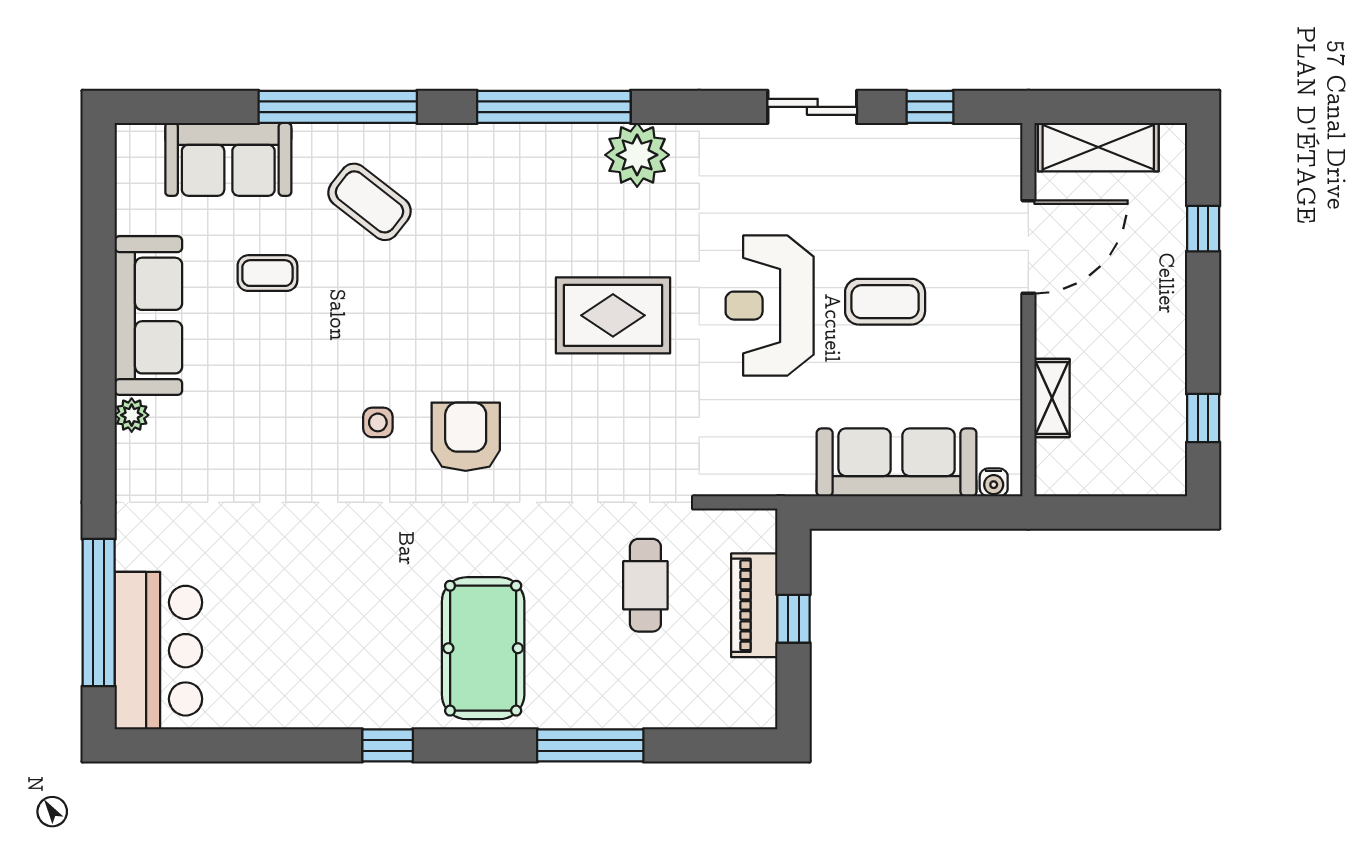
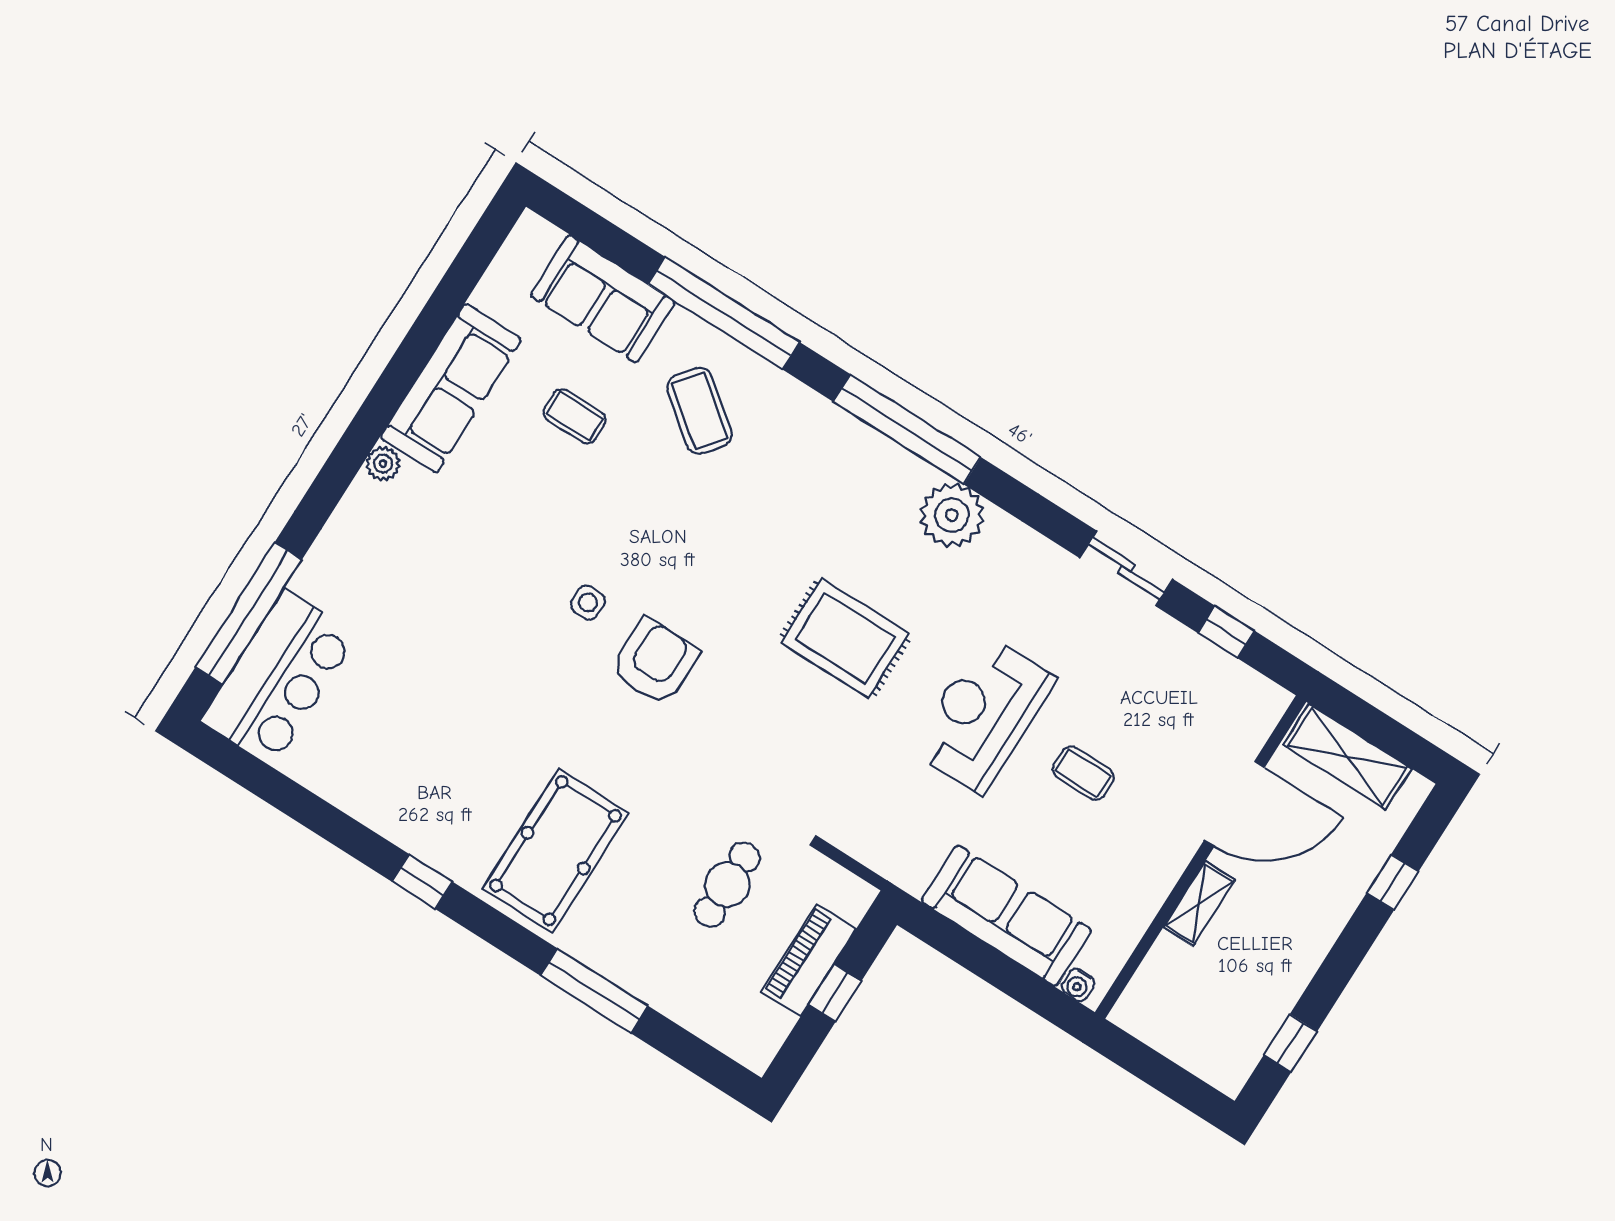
coffee table: (885, 302) -> (1083, 773), width x0.73, depth x0.77
shelving: (1052, 398) -> (1199, 904), moved

